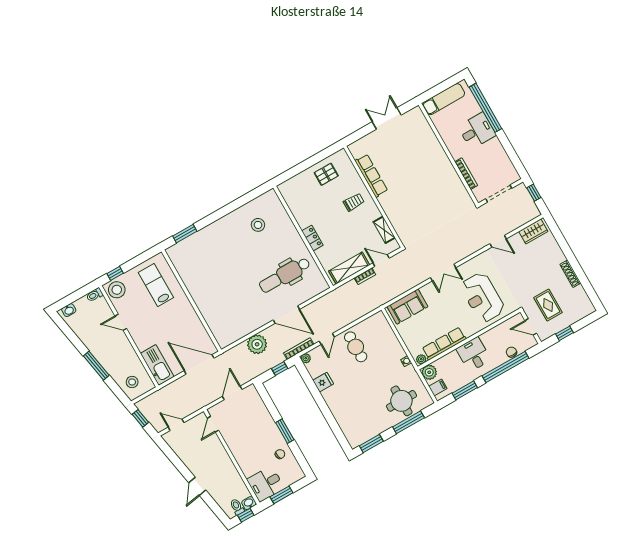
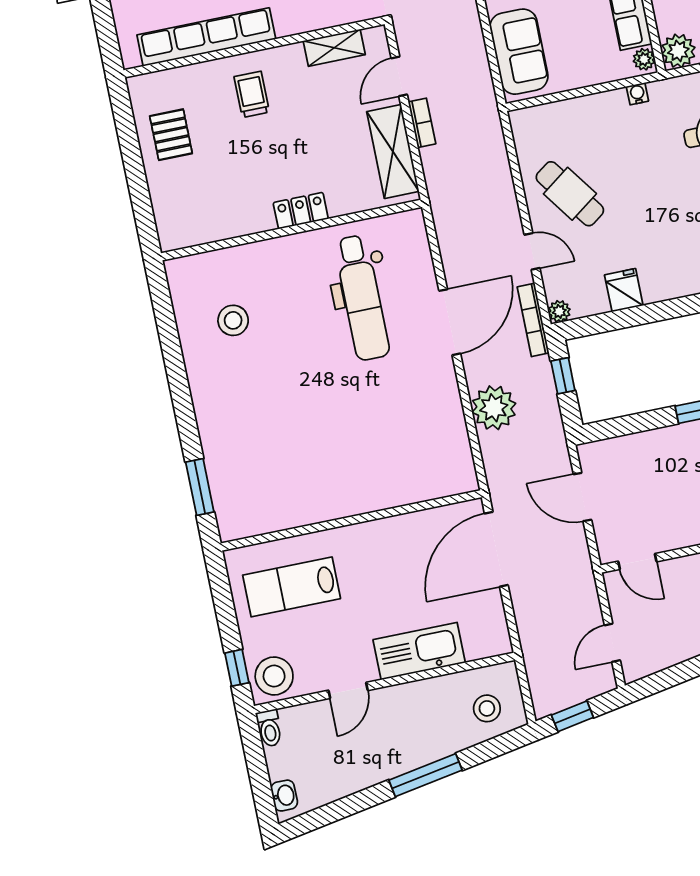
row of seats: (371, 176) -> (206, 37), width x1.36
cafe table: (356, 347) -> (570, 194), turned 54
kitchen sink: (157, 365) -> (419, 651), moved

